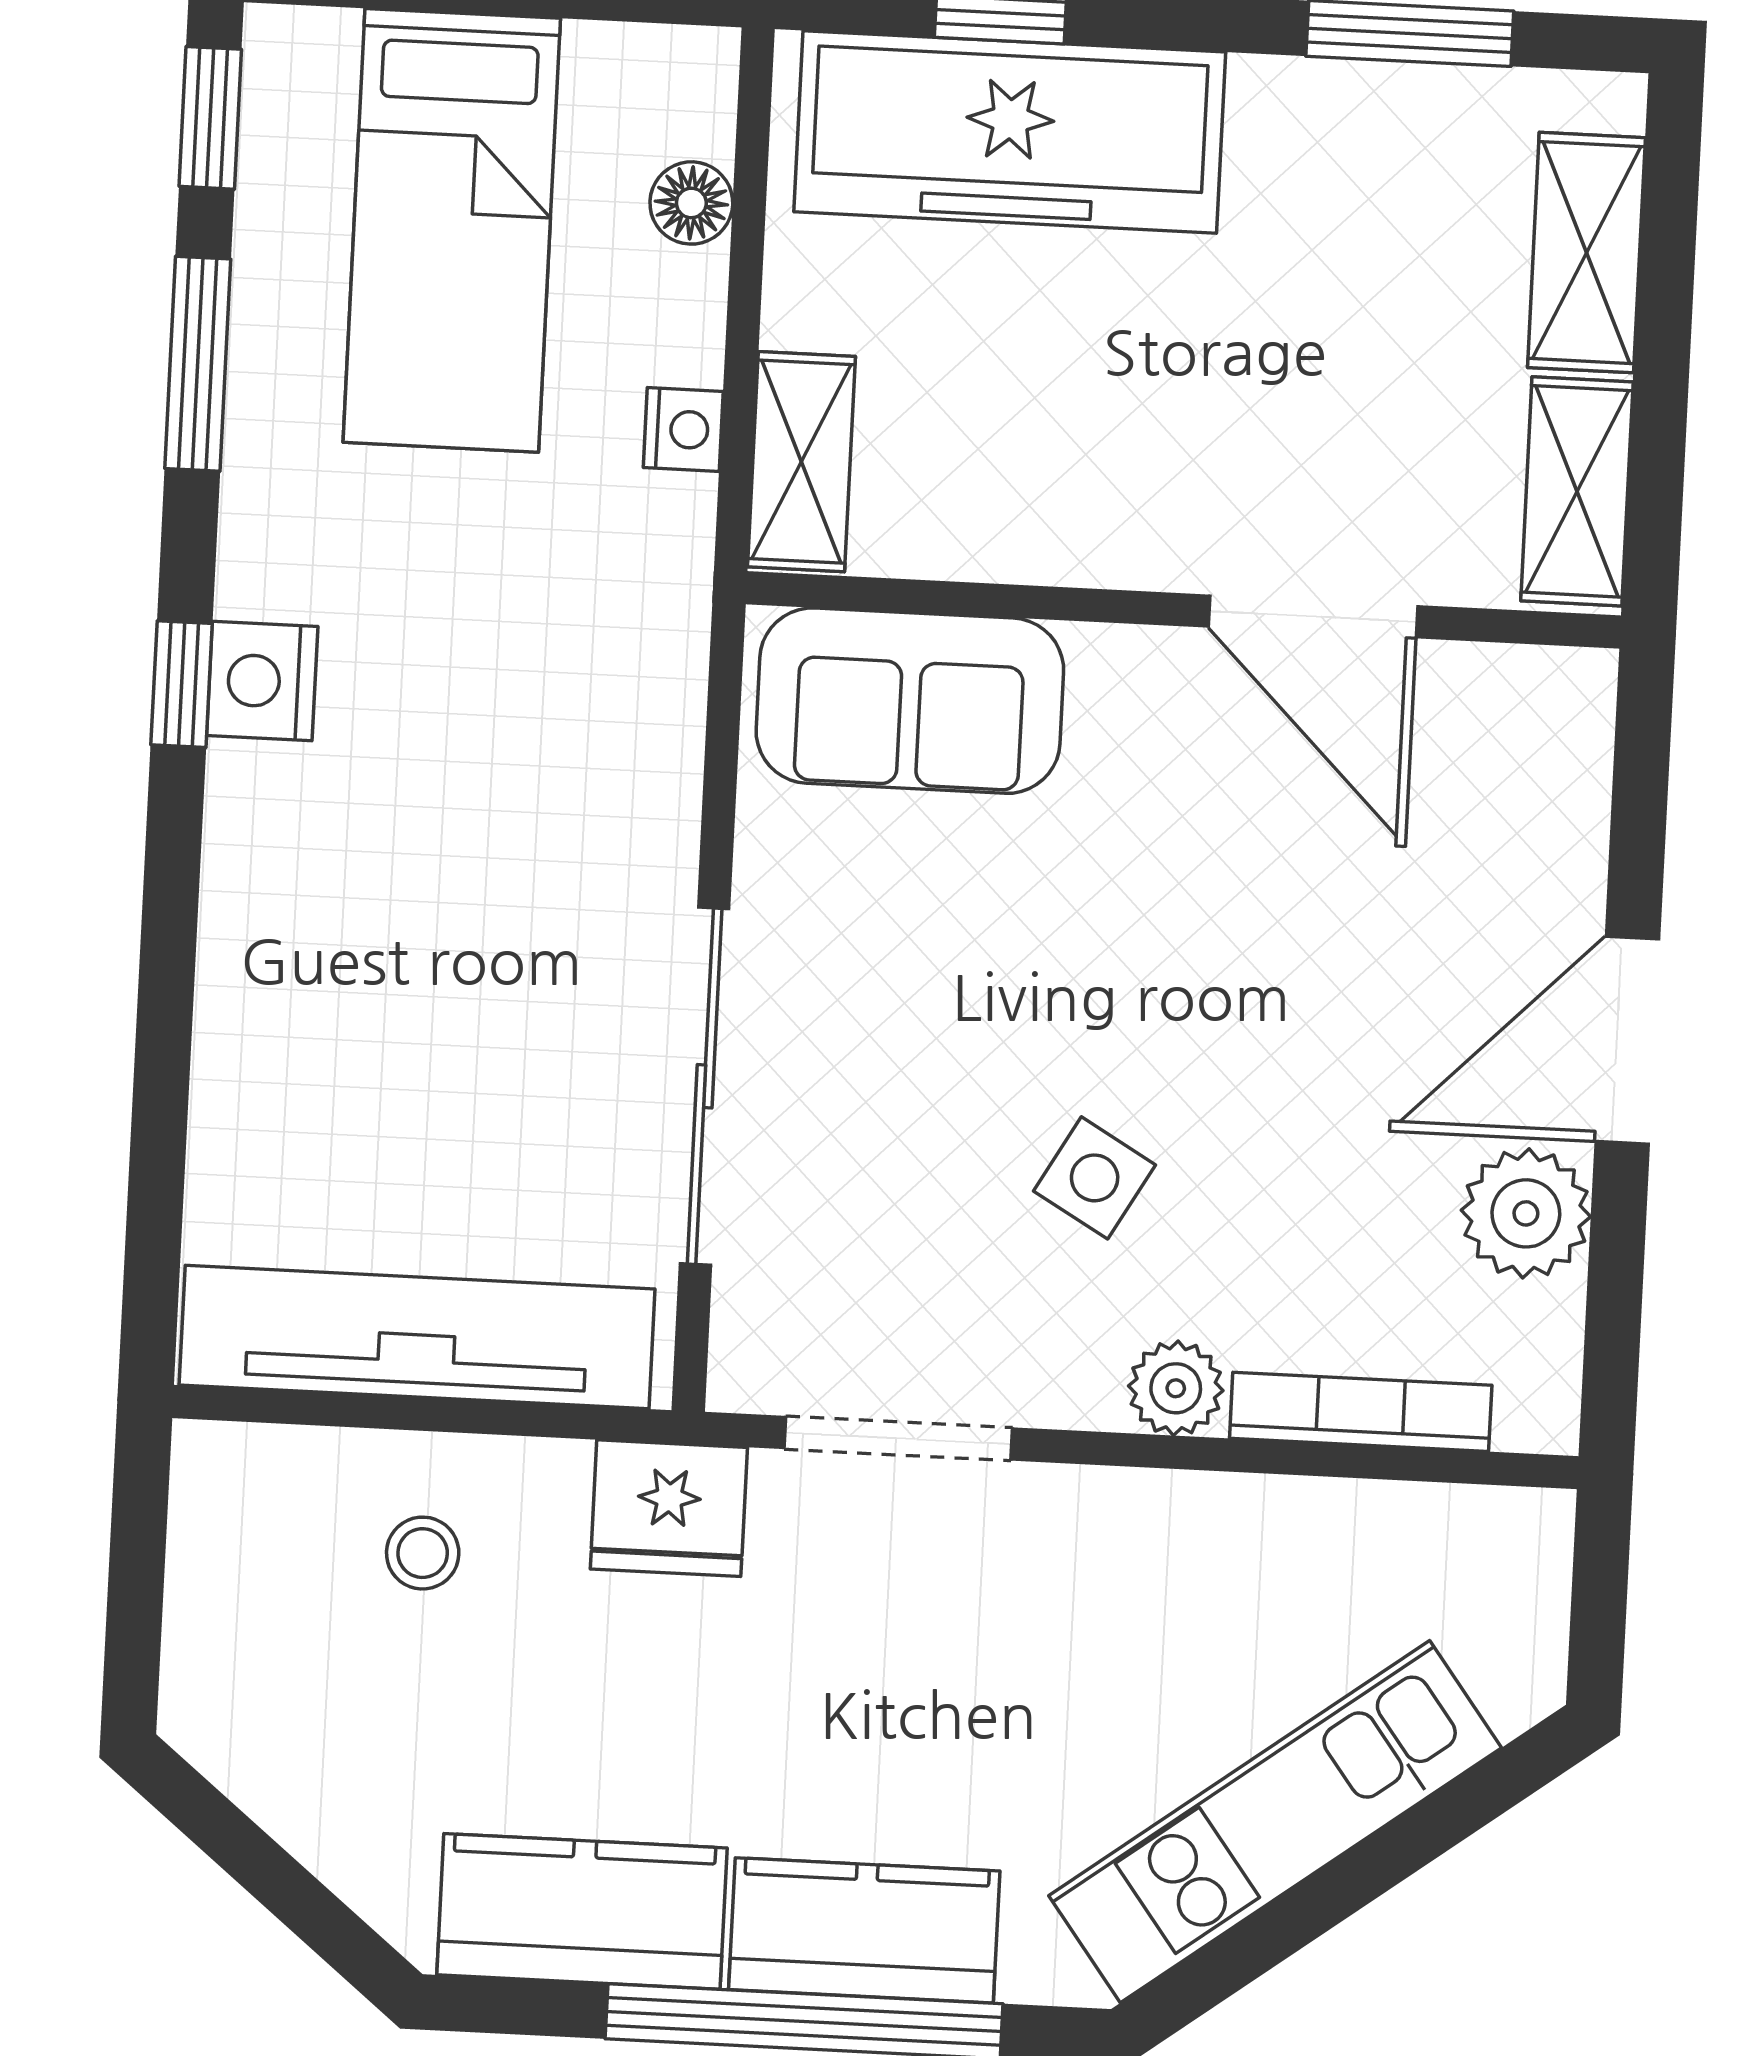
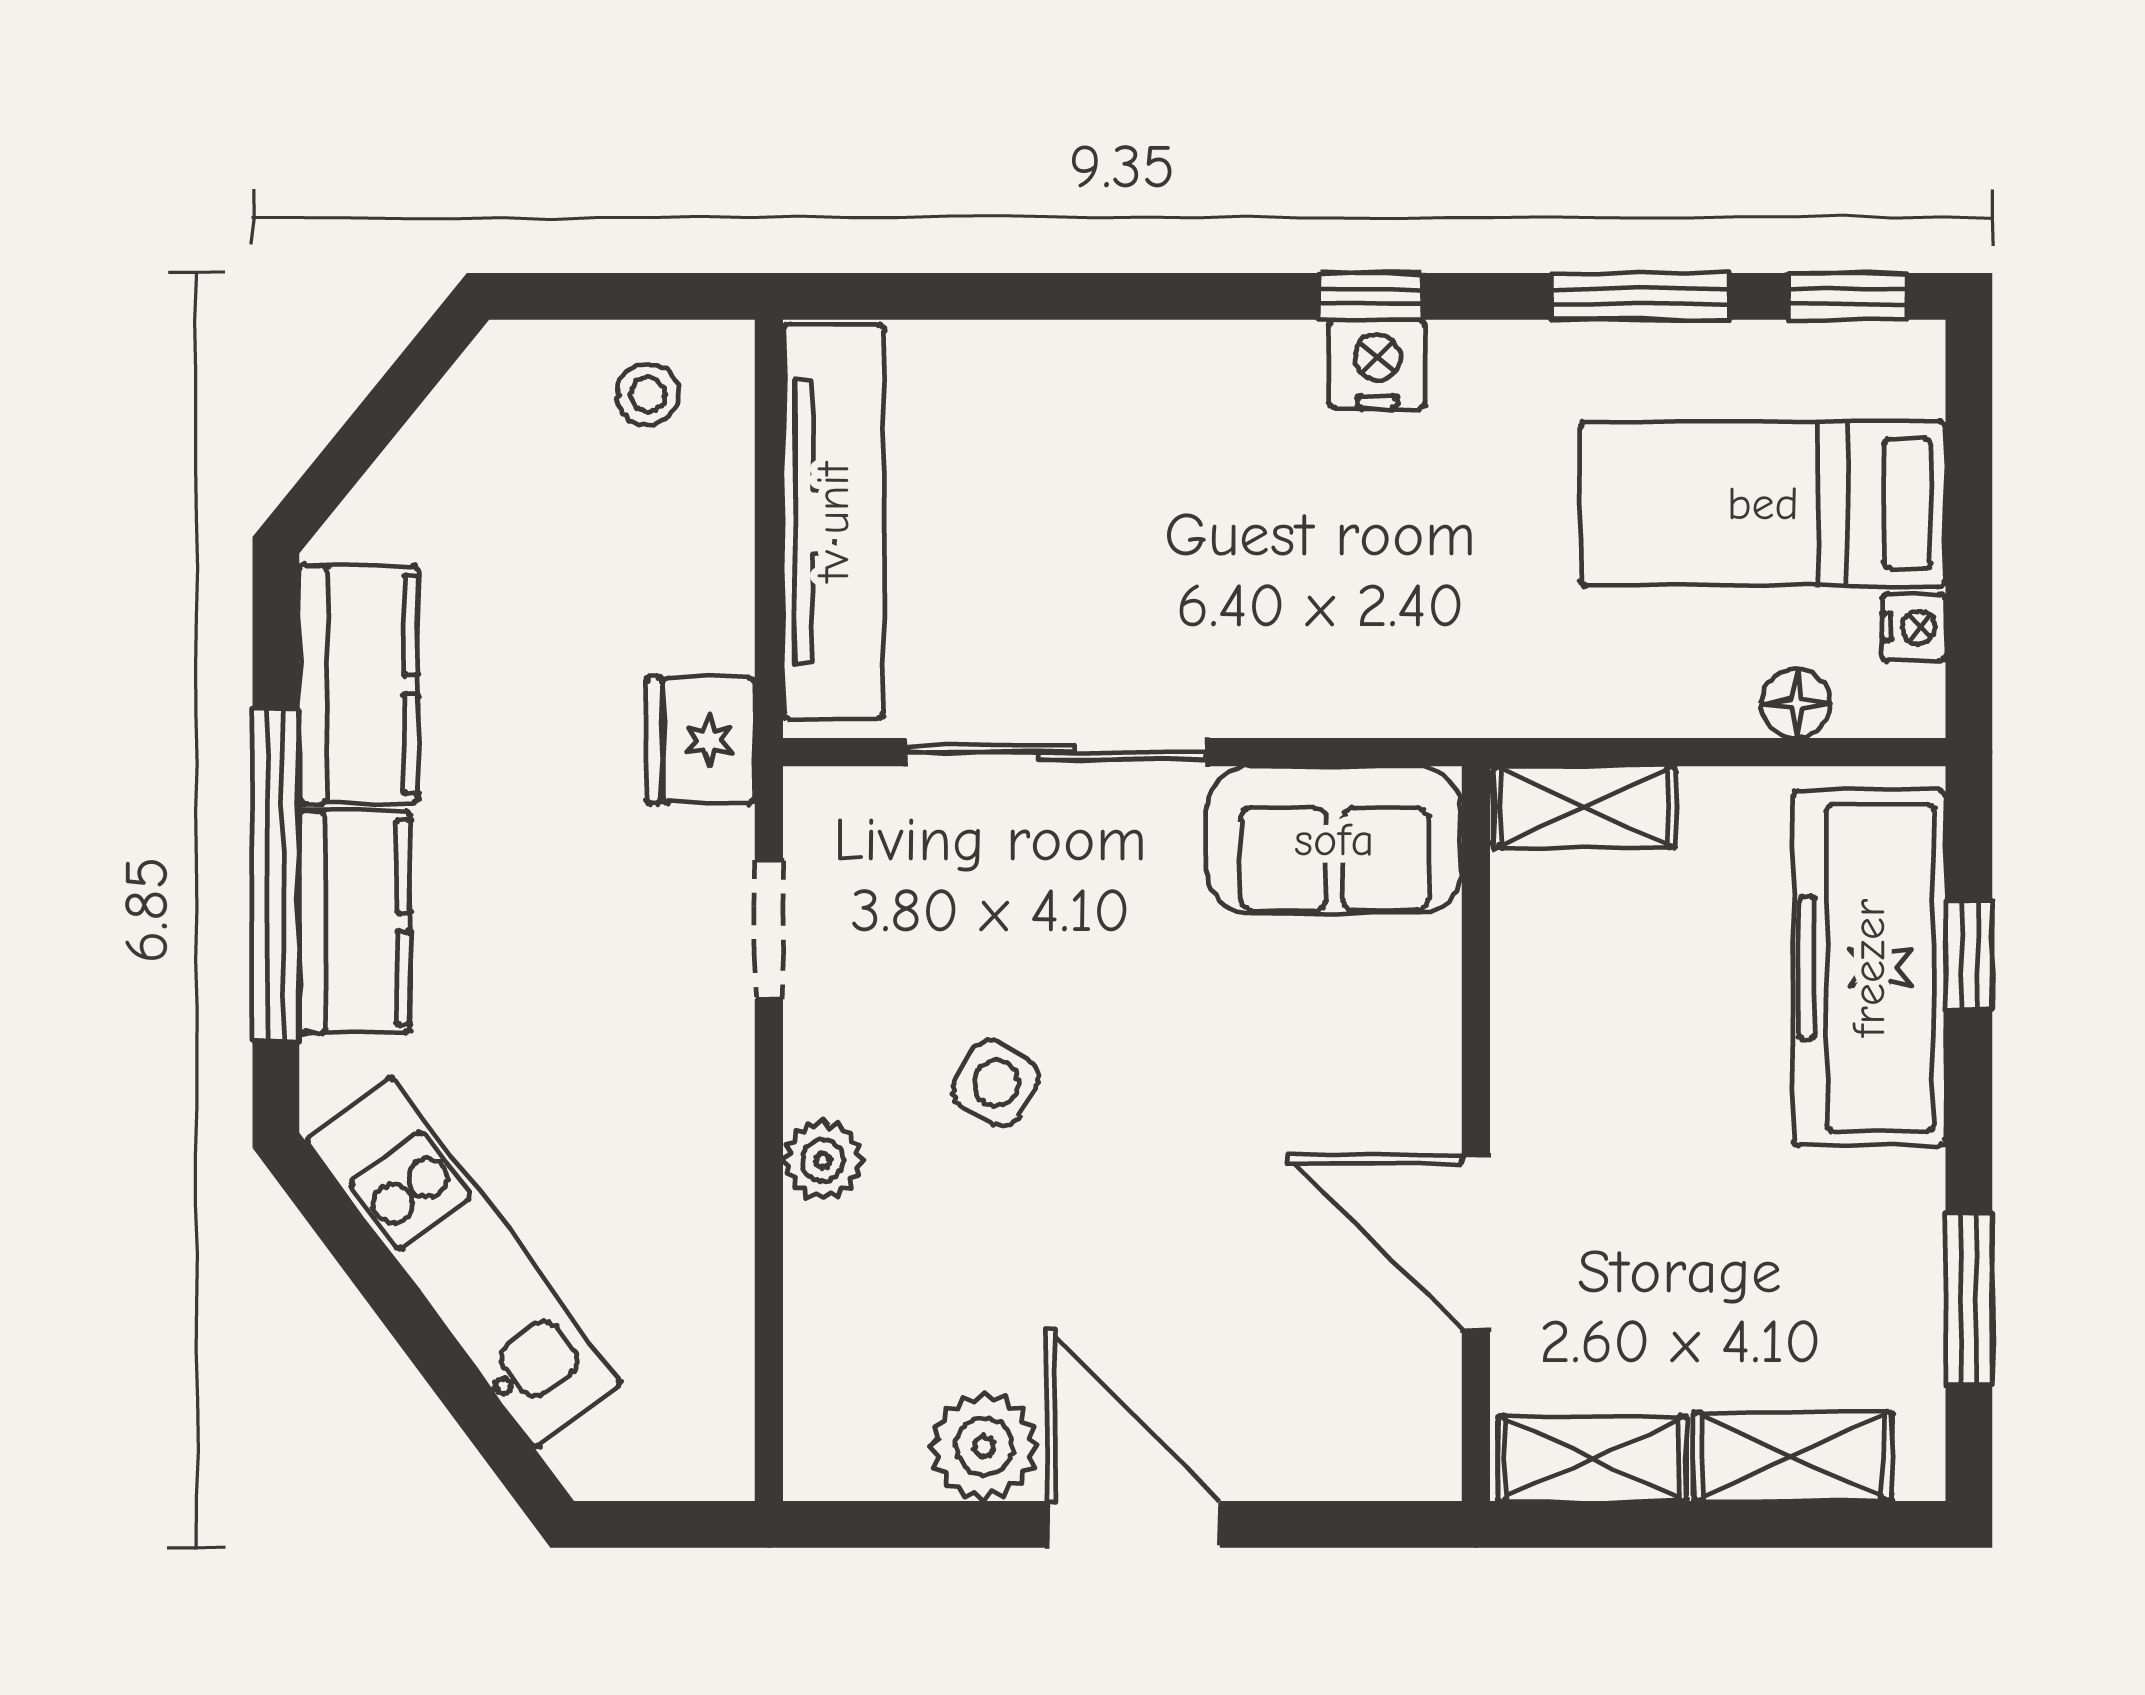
nightstand: (683, 429) -> (1914, 627), moved, turned -90
door: (1313, 616) -> (1476, 1243), hinge flipped
sofa: (910, 701) -> (1334, 840), moved, turned -90
bookcase: (1361, 1412) -> (811, 1316), removed
doorway: (898, 1438) -> (769, 930), width x0.73
stool: (423, 1553) -> (648, 394), moved

